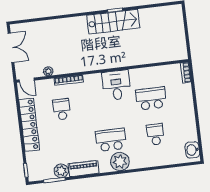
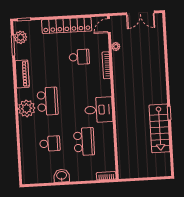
stairs: (113, 22) -> (160, 128), moved
washbasin: (192, 150) -> (62, 176), moved
plant: (61, 171) -> (20, 37), moved

